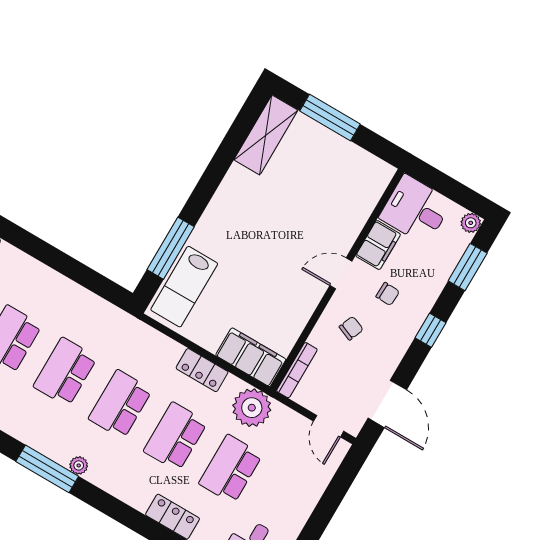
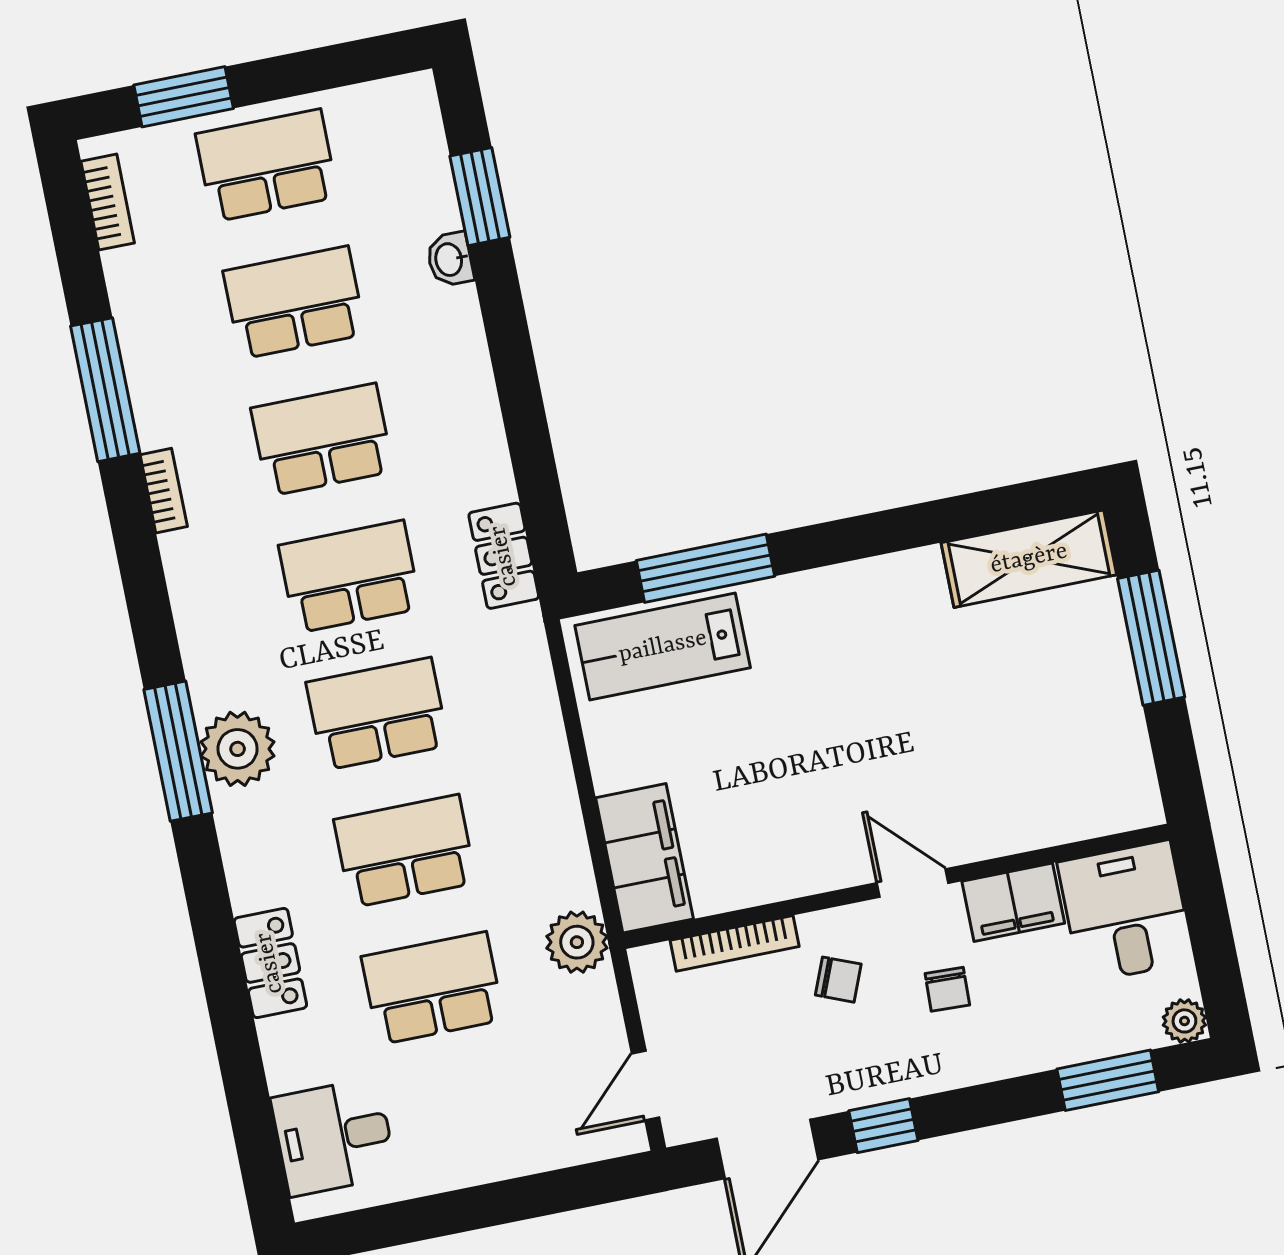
window: (430, 330) -> (883, 1126), moved
locker: (202, 370) -> (504, 556), moved
bookcase: (297, 370) -> (735, 943), moved
plant: (252, 408) -> (577, 942), width x0.73, depth x0.73
plant: (79, 465) -> (238, 749), width x1.87, depth x1.87
window: (47, 469) -> (178, 751), moved

